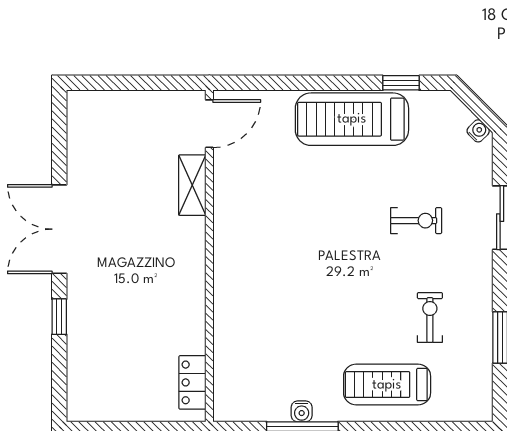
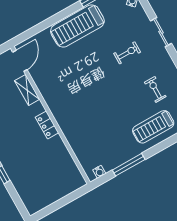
locker: (192, 382) -> (47, 125), moved
water cooler: (302, 411) -> (99, 172), moved

